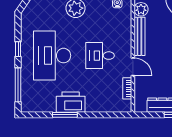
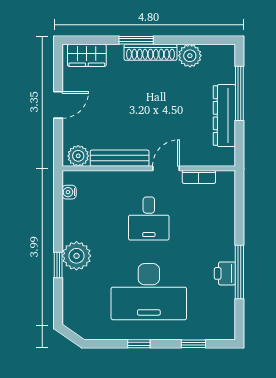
window: (18, 85) -> (193, 344), width x0.46
printer: (71, 102) -> (225, 273), width x0.53, depth x0.68
window: (65, 115) -> (239, 272), width x1.44

